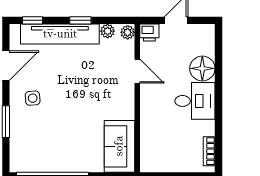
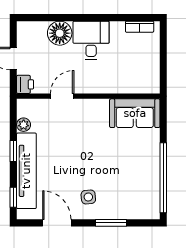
plant: (128, 32) -> (25, 105), removed

